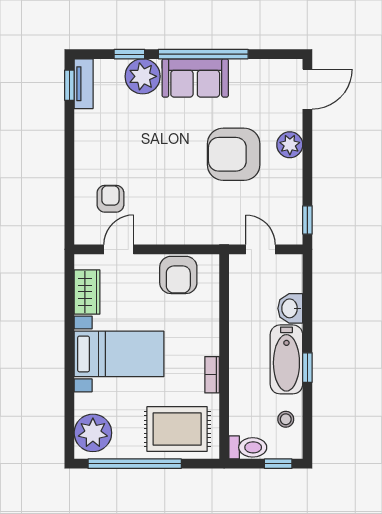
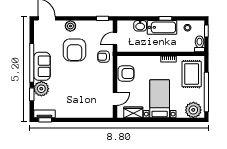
armchair: (110, 199) -> (104, 57), moved
door: (119, 249) -> (115, 99), swing flipped

